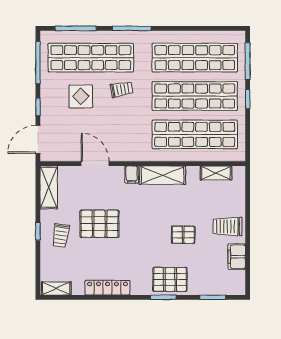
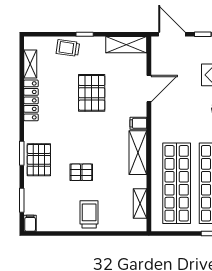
pallet: (183, 235) -> (81, 172), turned 90
trolley: (61, 236) -> (68, 48), moved
filing cabinet: (237, 257) -> (30, 223), moved, width x0.50
shelving: (56, 288) -> (30, 64), moved

